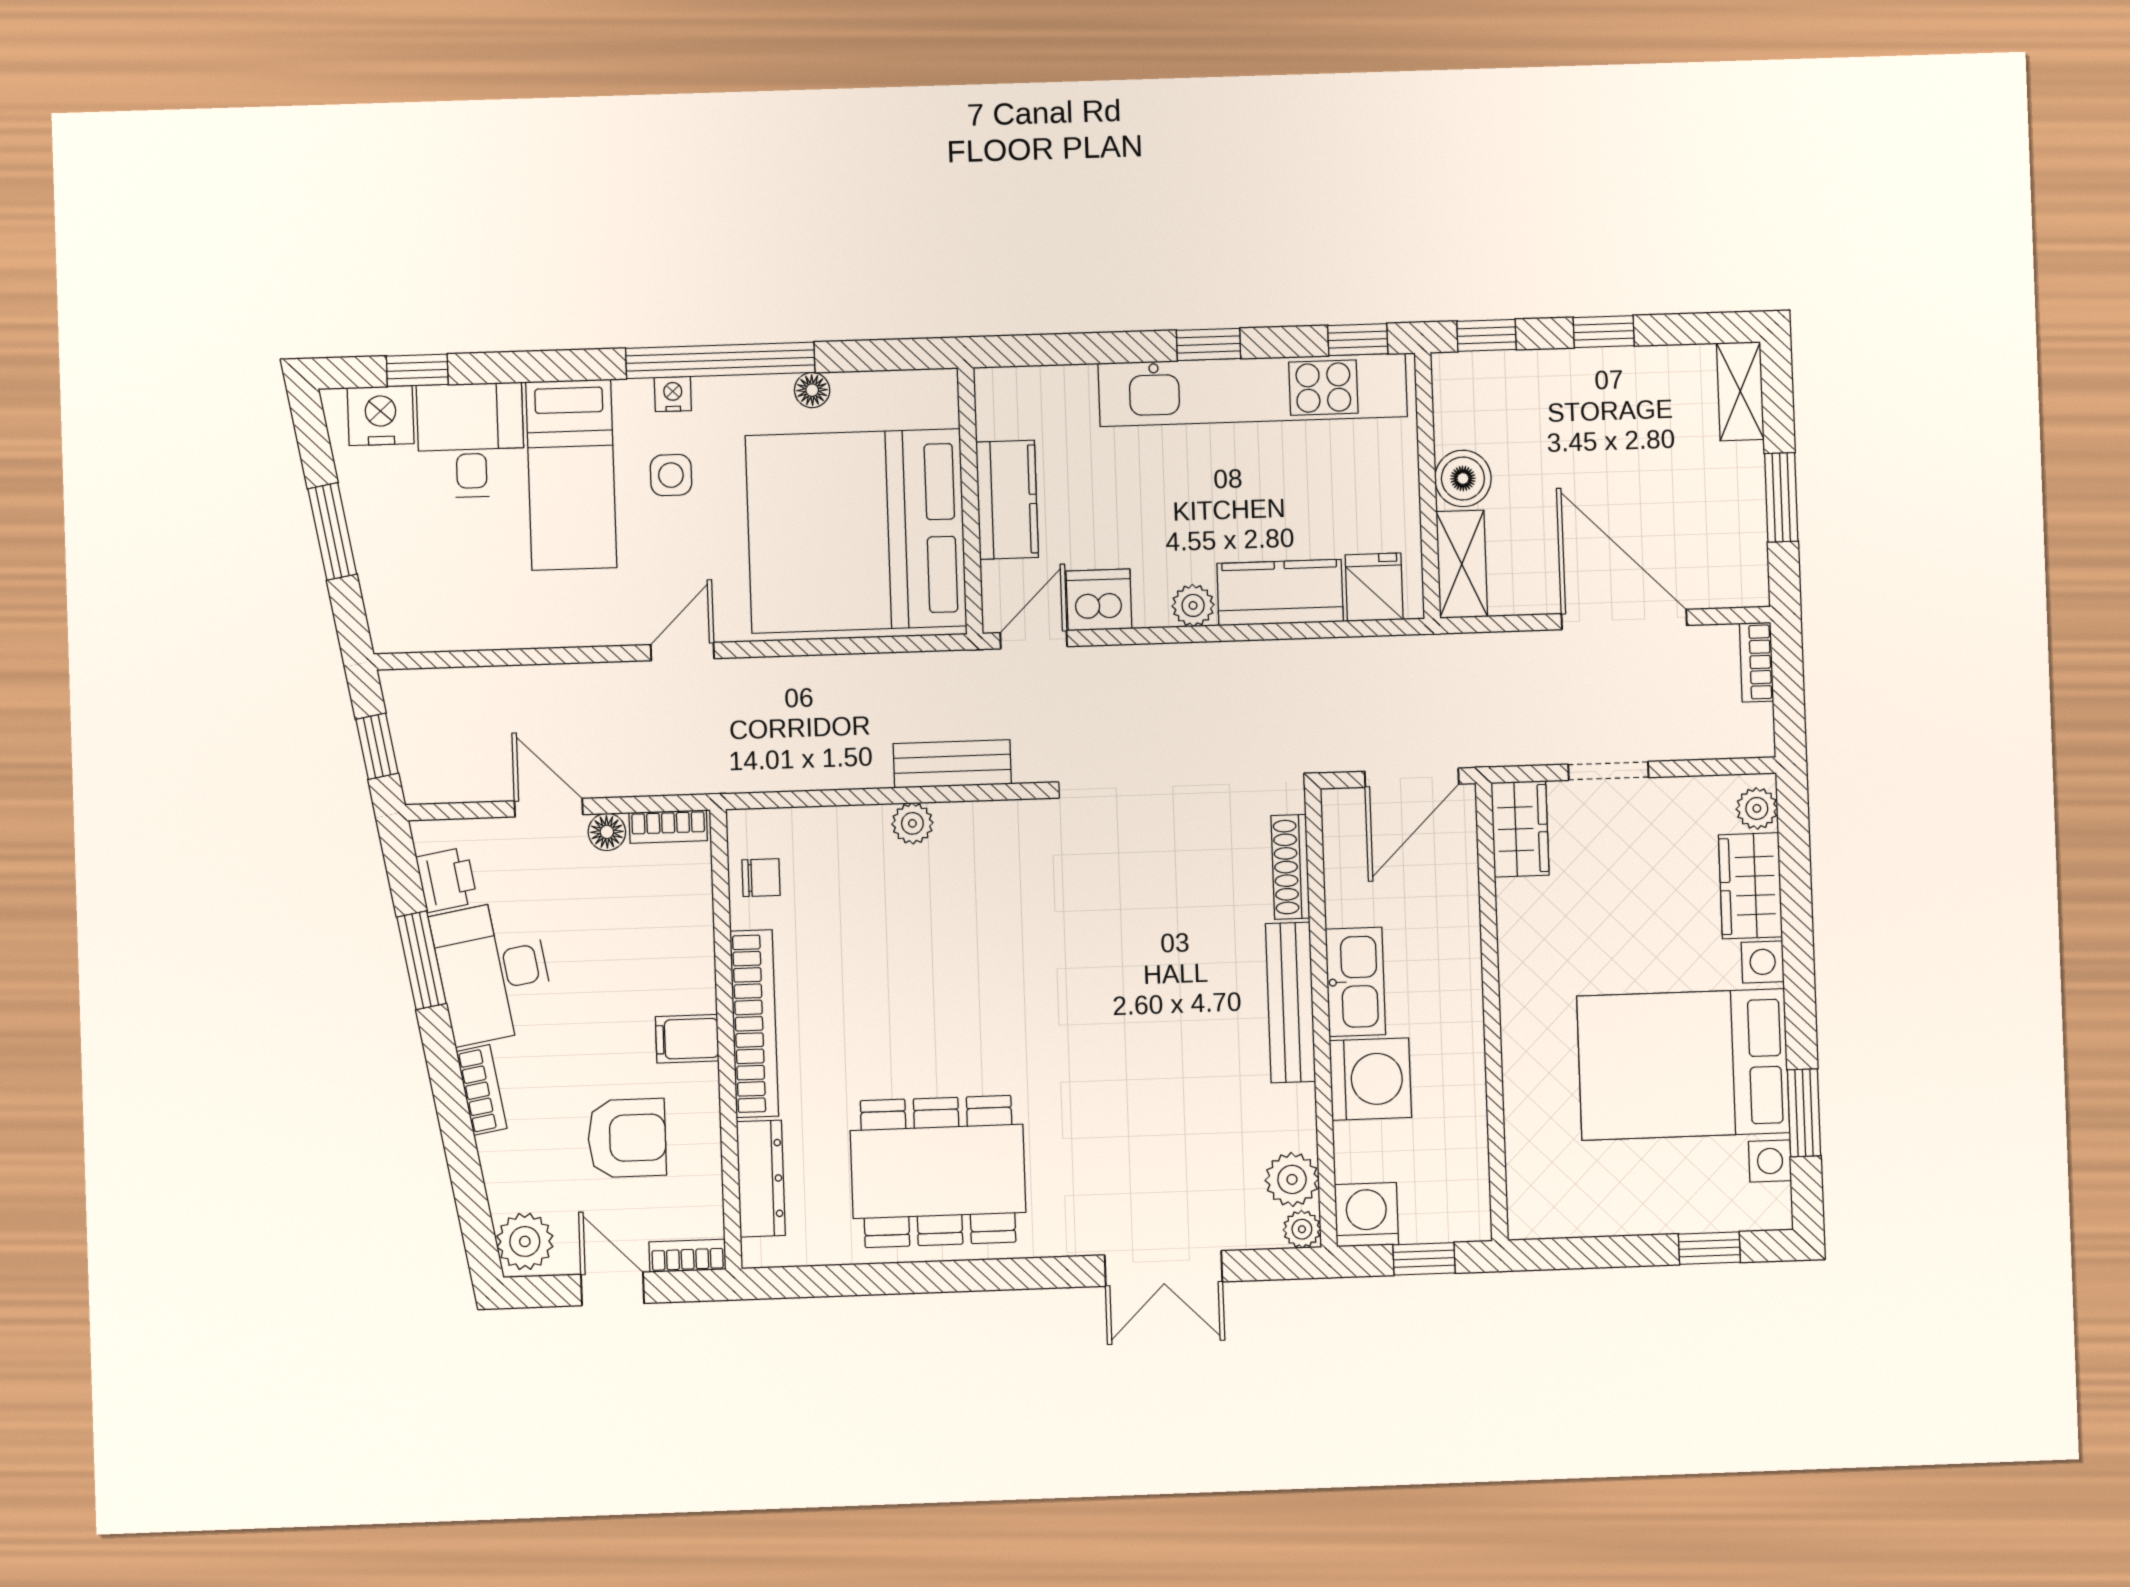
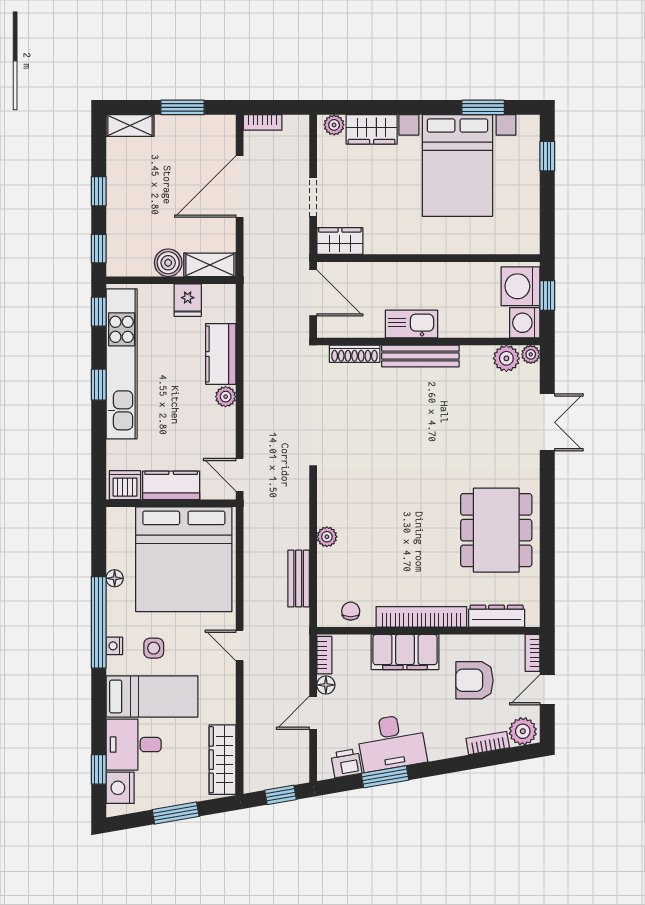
fridge: (1374, 587) -> (188, 300), moved, turned -90
dishwasher: (1099, 600) -> (125, 485), moved, turned 90
wardrobe: (446, 624) -> (222, 760), added
bench: (952, 764) -> (299, 579), moved
filing cabinet: (687, 1039) -> (405, 652), width x3.00, depth x1.17
washing machine: (1370, 1079) -> (521, 286), moved, turned -90
bookcase: (482, 1090) -> (488, 743), moved
armchair: (627, 1138) -> (475, 680), turned -90

